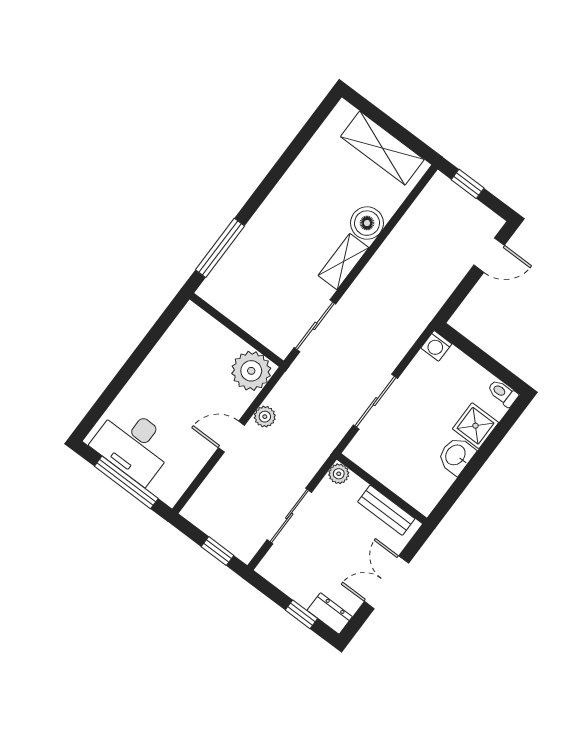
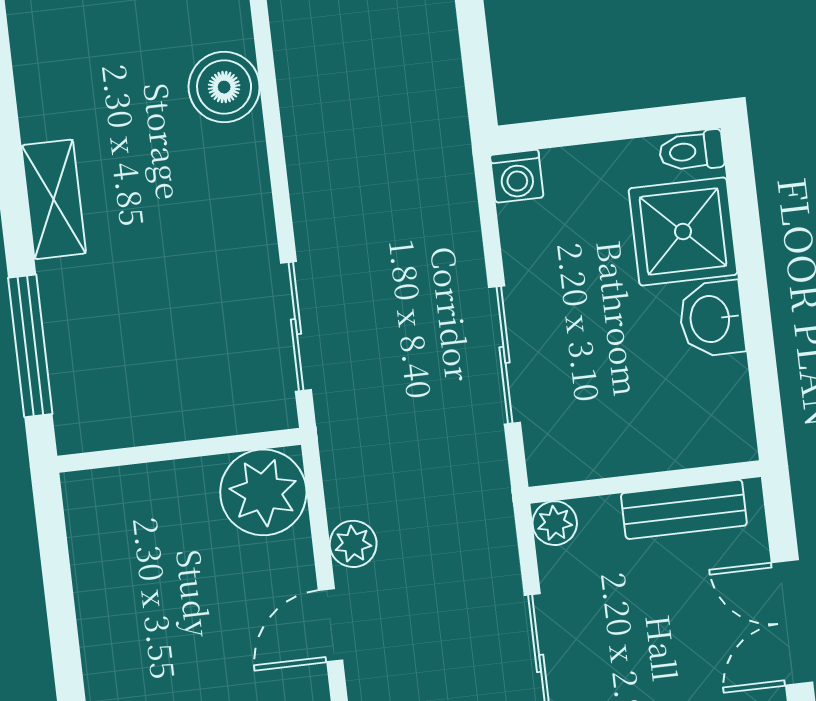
shelving: (343, 262) -> (54, 199), moved
shower: (475, 426) -> (683, 231), width x1.36, depth x1.36

